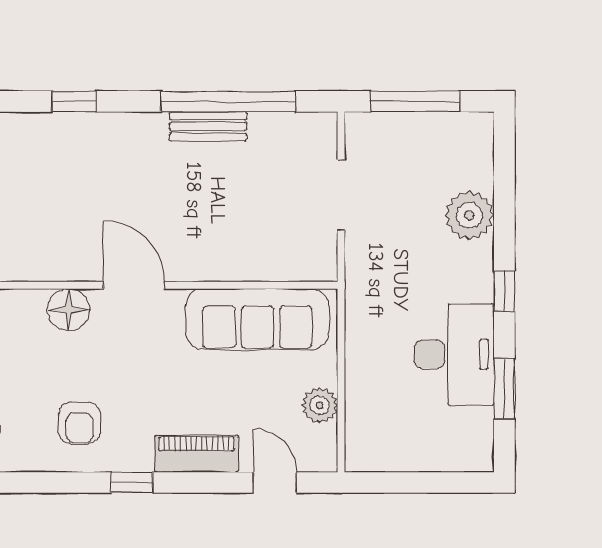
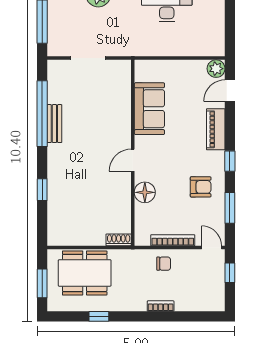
door: (134, 285) -> (133, 160), width x0.73
sofa: (257, 319) -> (149, 109), width x0.73
plant: (320, 405) -> (216, 69), moved
window: (37, 483) -> (230, 208), added

